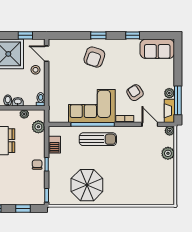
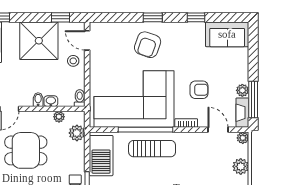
armchair: (135, 93) -> (199, 90), turned 123
corner sofa: (92, 106) -> (134, 99), width x1.36, depth x1.36
barbecue: (54, 145) -> (101, 156), width x1.88, depth x1.53

